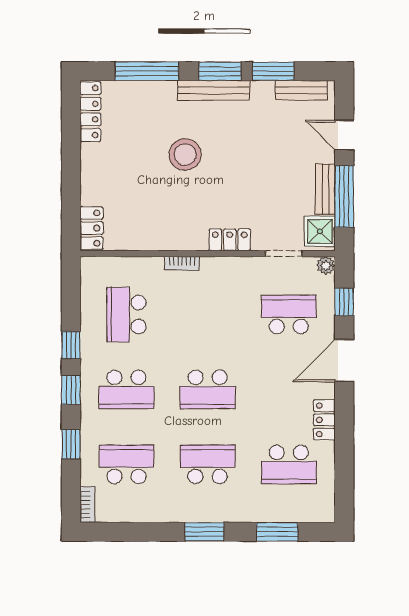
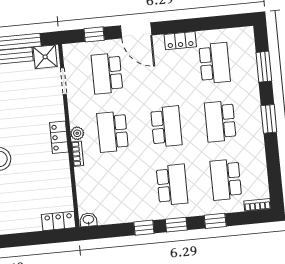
locker: (230, 240) -> (59, 137), moved
plant: (326, 265) -> (77, 133), moved
washbasin: (89, 269) -> (88, 220), added
school desk: (126, 314) -> (113, 132), moved, turned 90

